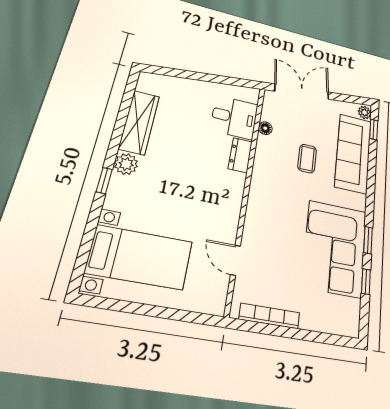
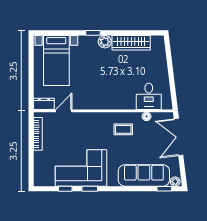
double door: (302, 92) -> (179, 137), swing flipped
dresser: (240, 155) -> (44, 104), moved
coffee table: (307, 159) -> (123, 129), moved

